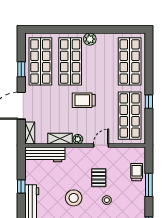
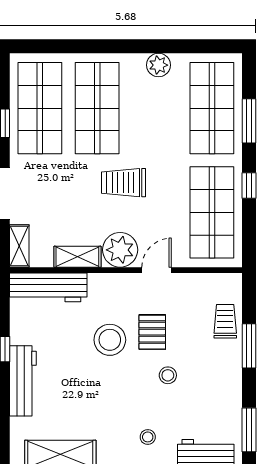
plant: (90, 39) -> (158, 65), moved
window: (149, 68) -> (249, 121), added
plant: (78, 139) -> (120, 250), width x1.88, depth x1.88
stool: (74, 198) -> (110, 340), moved

